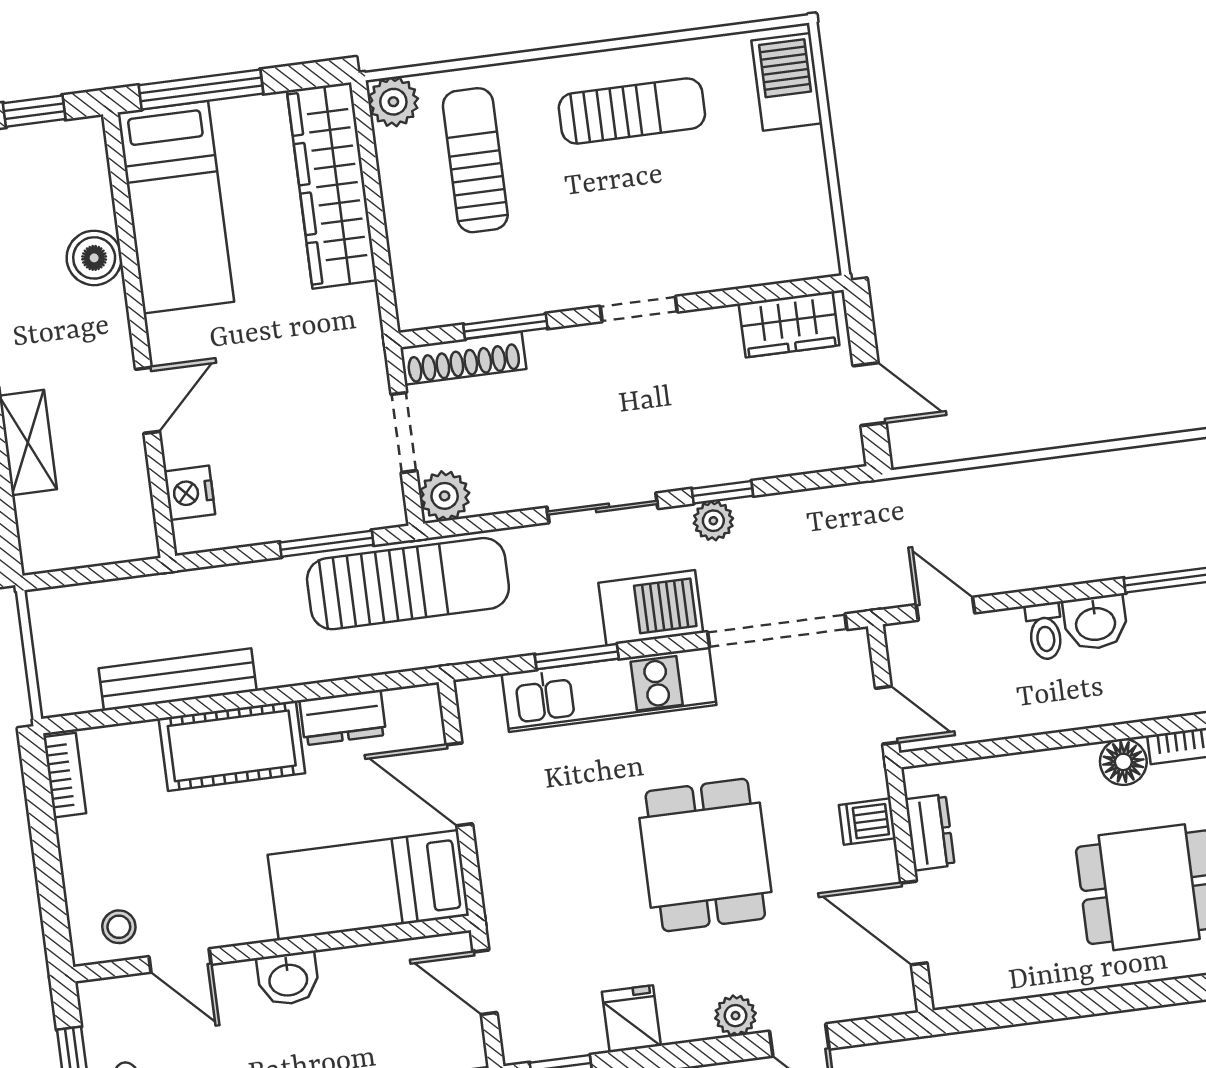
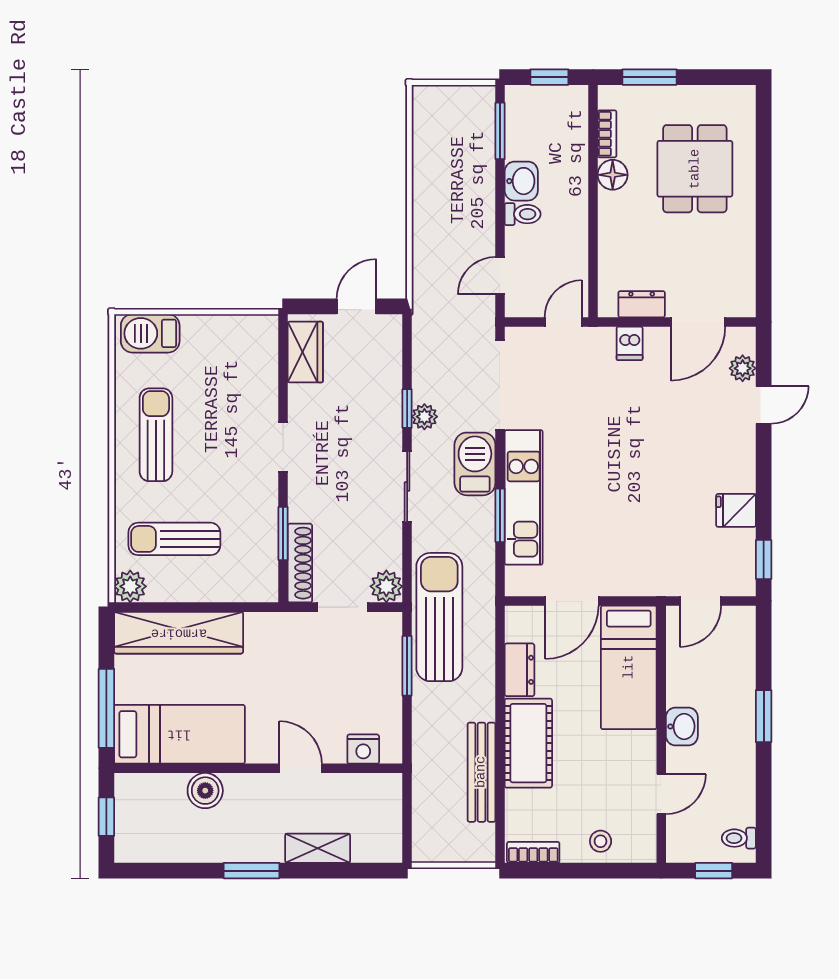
dining table: (705, 855) -> (637, 450), removed
stool: (119, 927) -> (601, 841), moved
plant: (735, 1016) -> (743, 368), moved

